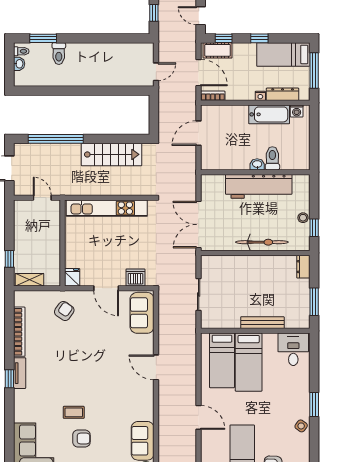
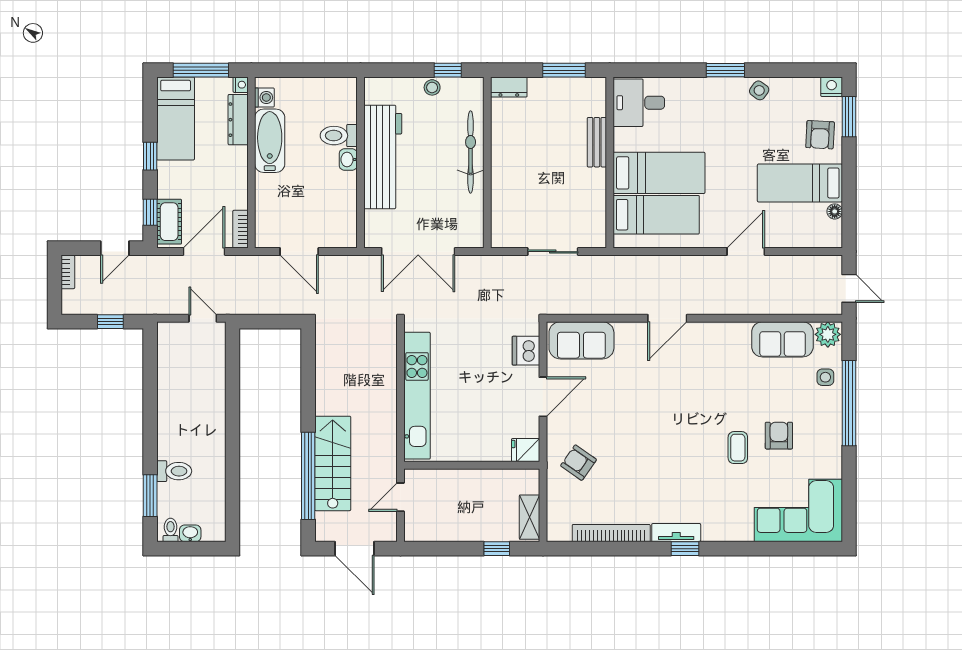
nightstand: (260, 96) -> (241, 85), moved
stairs: (111, 154) -> (333, 463), moved
double door: (199, 225) -> (418, 252), moved
bench: (262, 323) -> (597, 142), width x0.73

